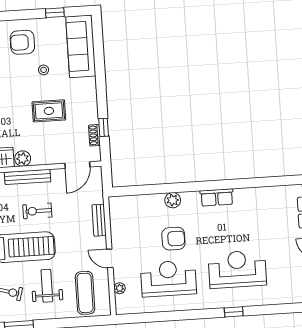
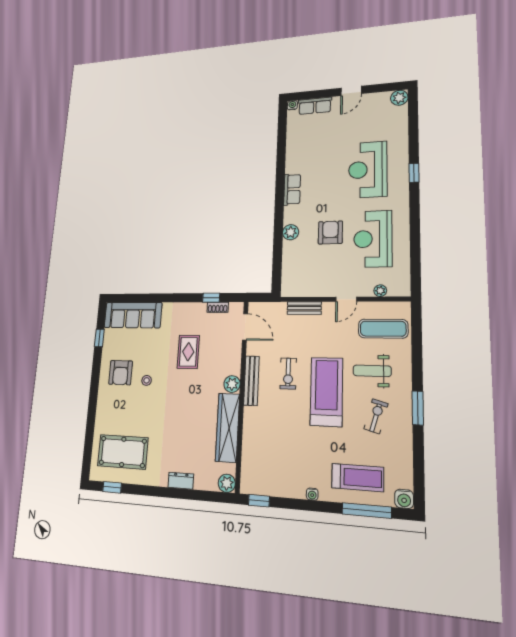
stool: (44, 70) -> (147, 380), moved

